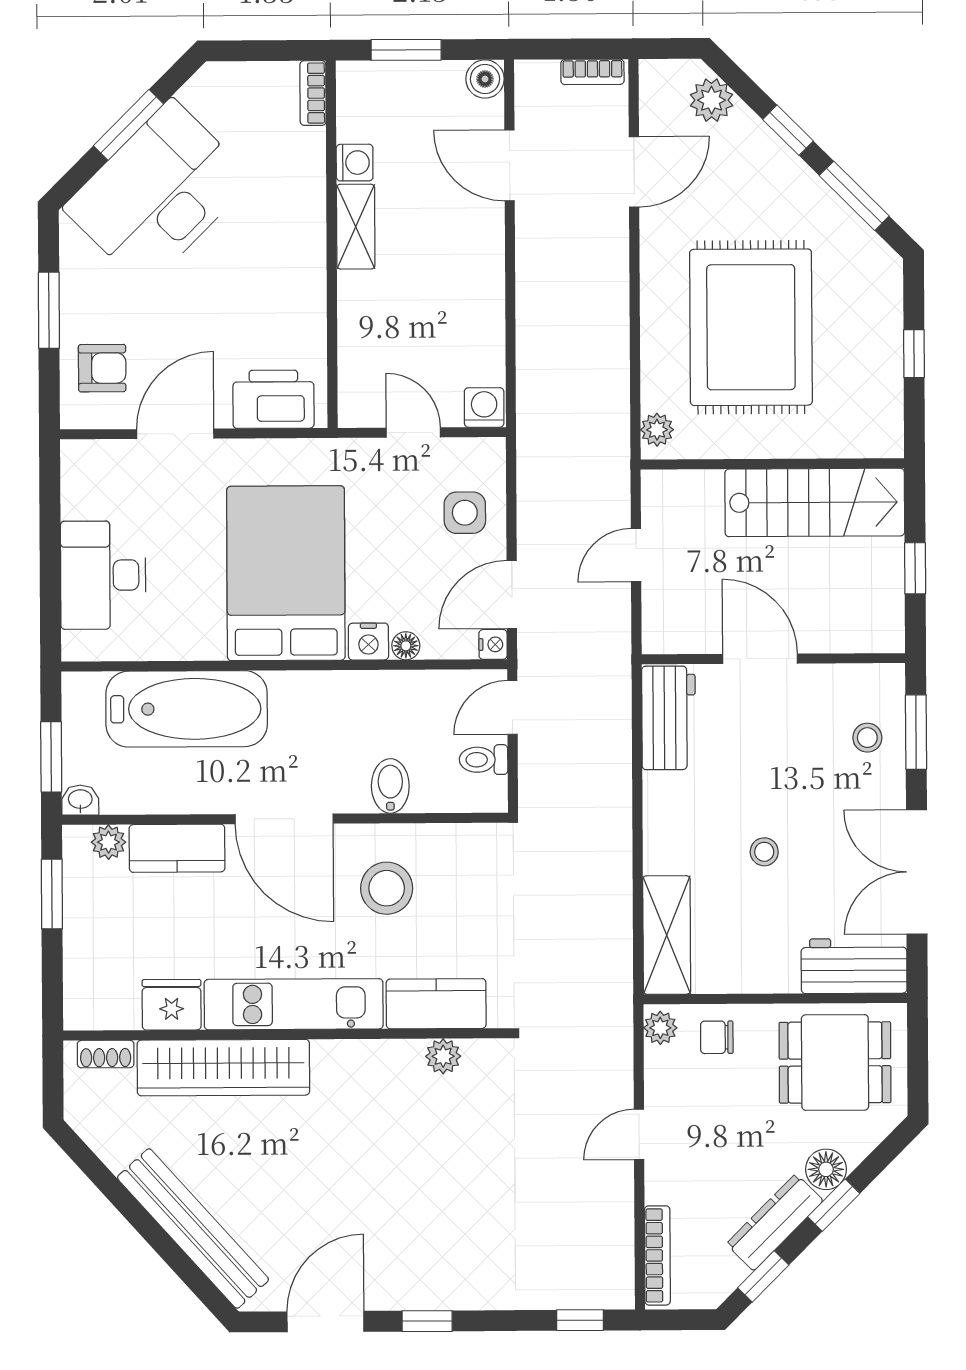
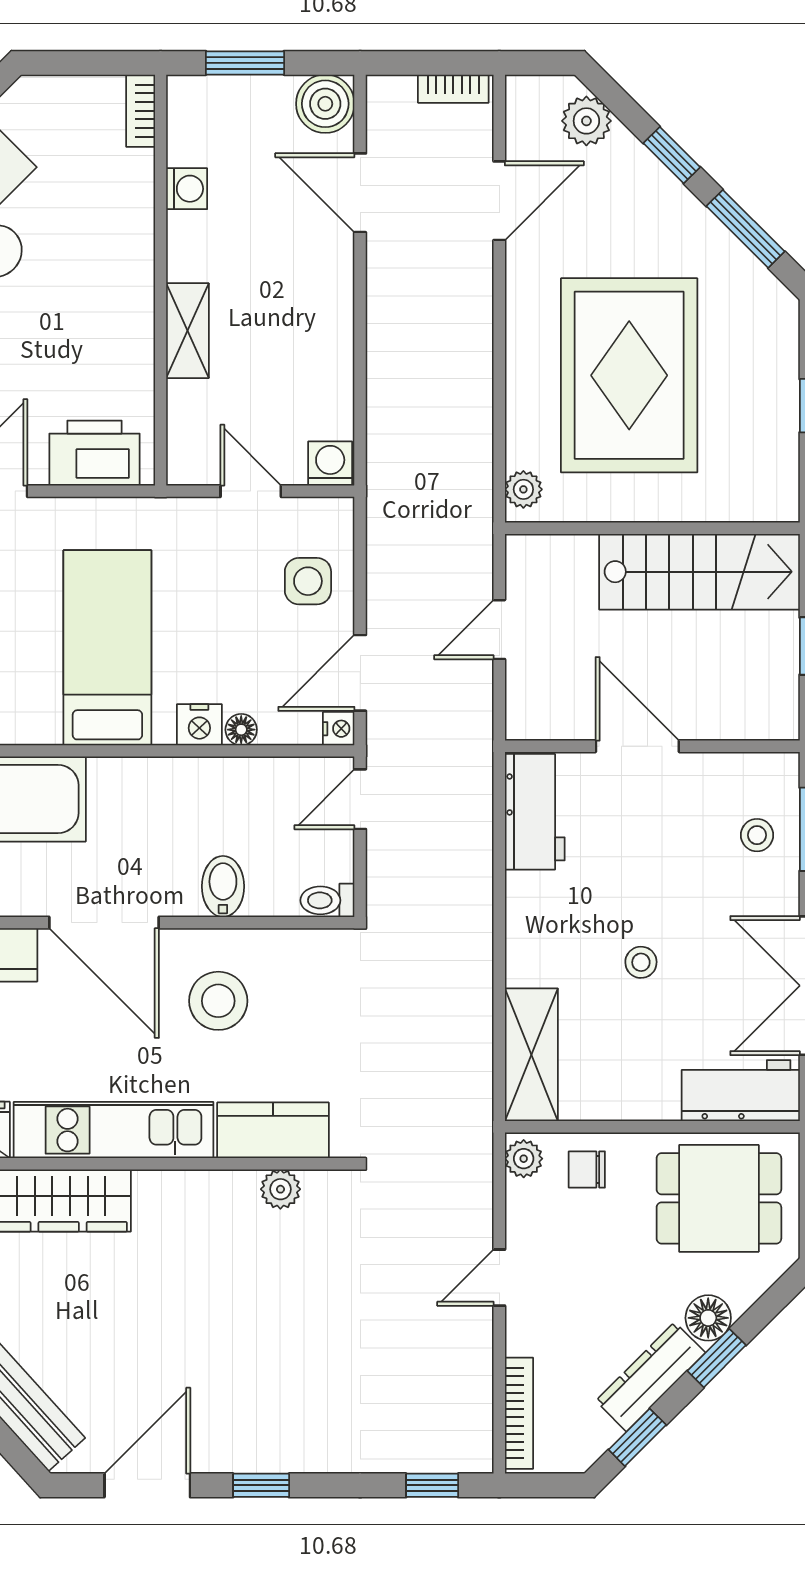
boiler: (485, 79) -> (325, 104), width x1.36, depth x1.36
shelving: (356, 227) -> (188, 331), moved
bed: (286, 573) -> (107, 648), width x0.67
toilet: (483, 760) -> (327, 900), moved

